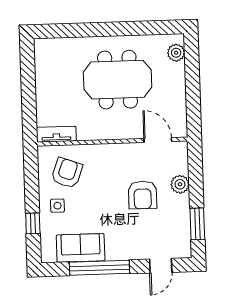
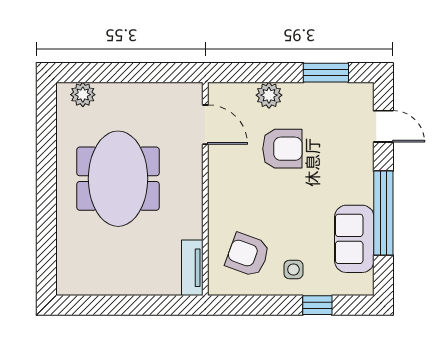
door: (158, 140) -> (205, 125), swing flipped

